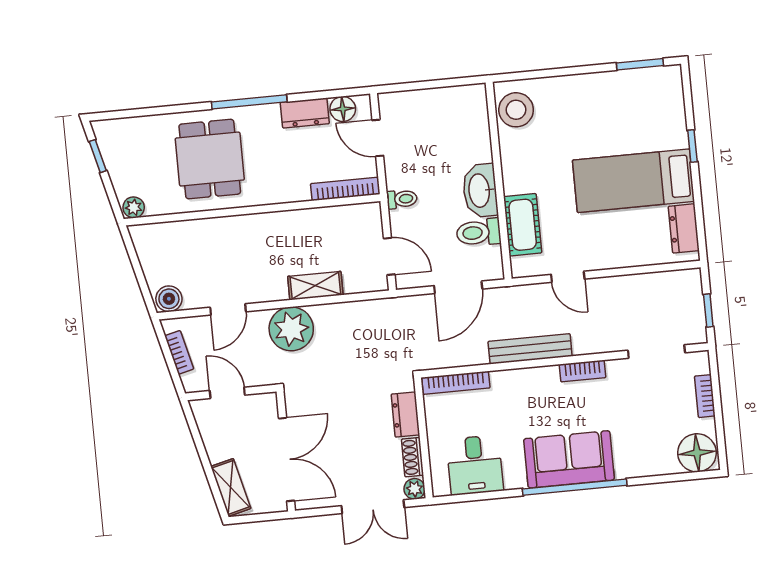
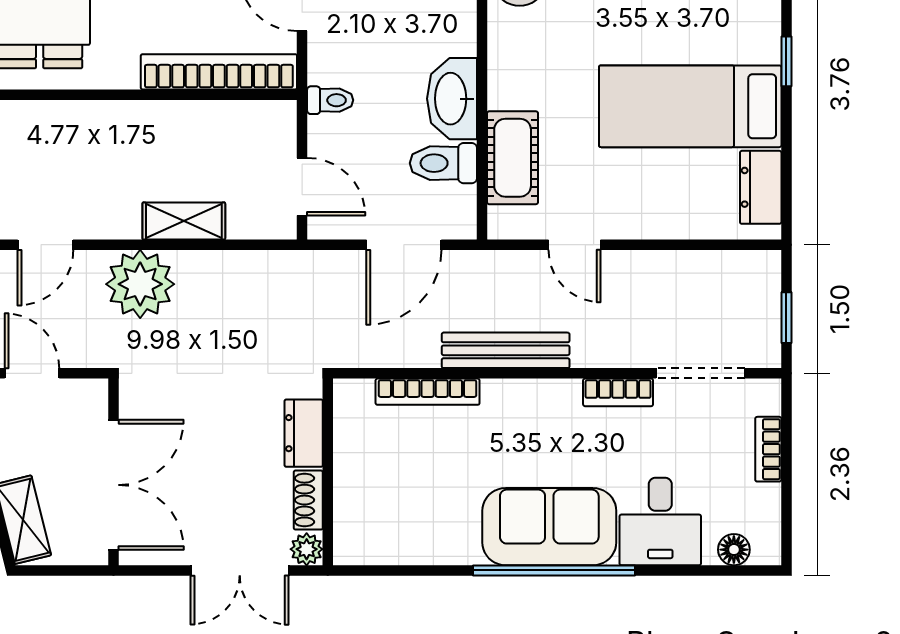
bookcase: (345, 189) -> (219, 72), width x1.48, depth x1.31
bookcase: (583, 371) -> (618, 392), moved
bookcase: (456, 383) -> (428, 392), moved
floor lamp: (697, 453) -> (734, 550), width x0.53, depth x0.53
desk: (475, 465) -> (660, 521), moved

